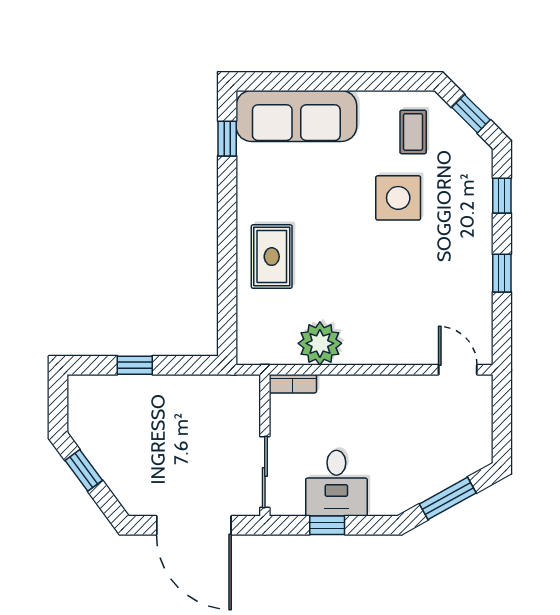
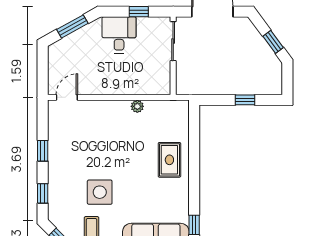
plant: (320, 343) -> (137, 106), width x0.53, depth x0.53
door: (458, 370) -> (67, 97), swing flipped
bookcase: (293, 384) -> (158, 90), removed
desk: (336, 483) -> (119, 35), moved

